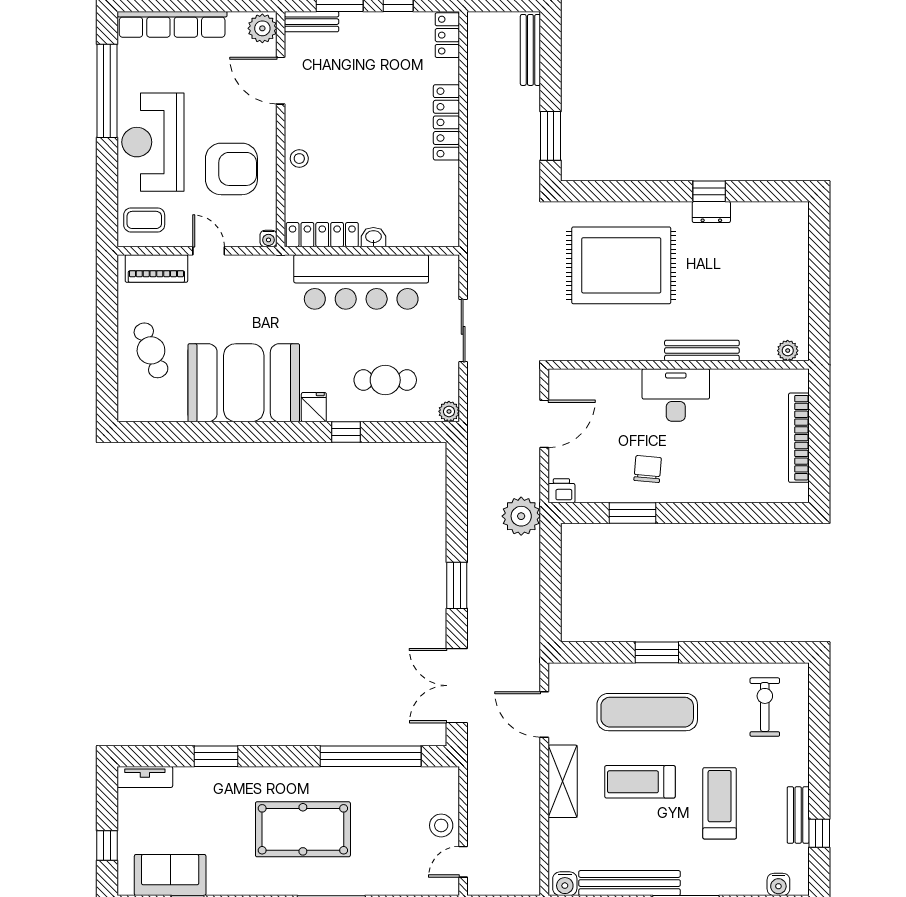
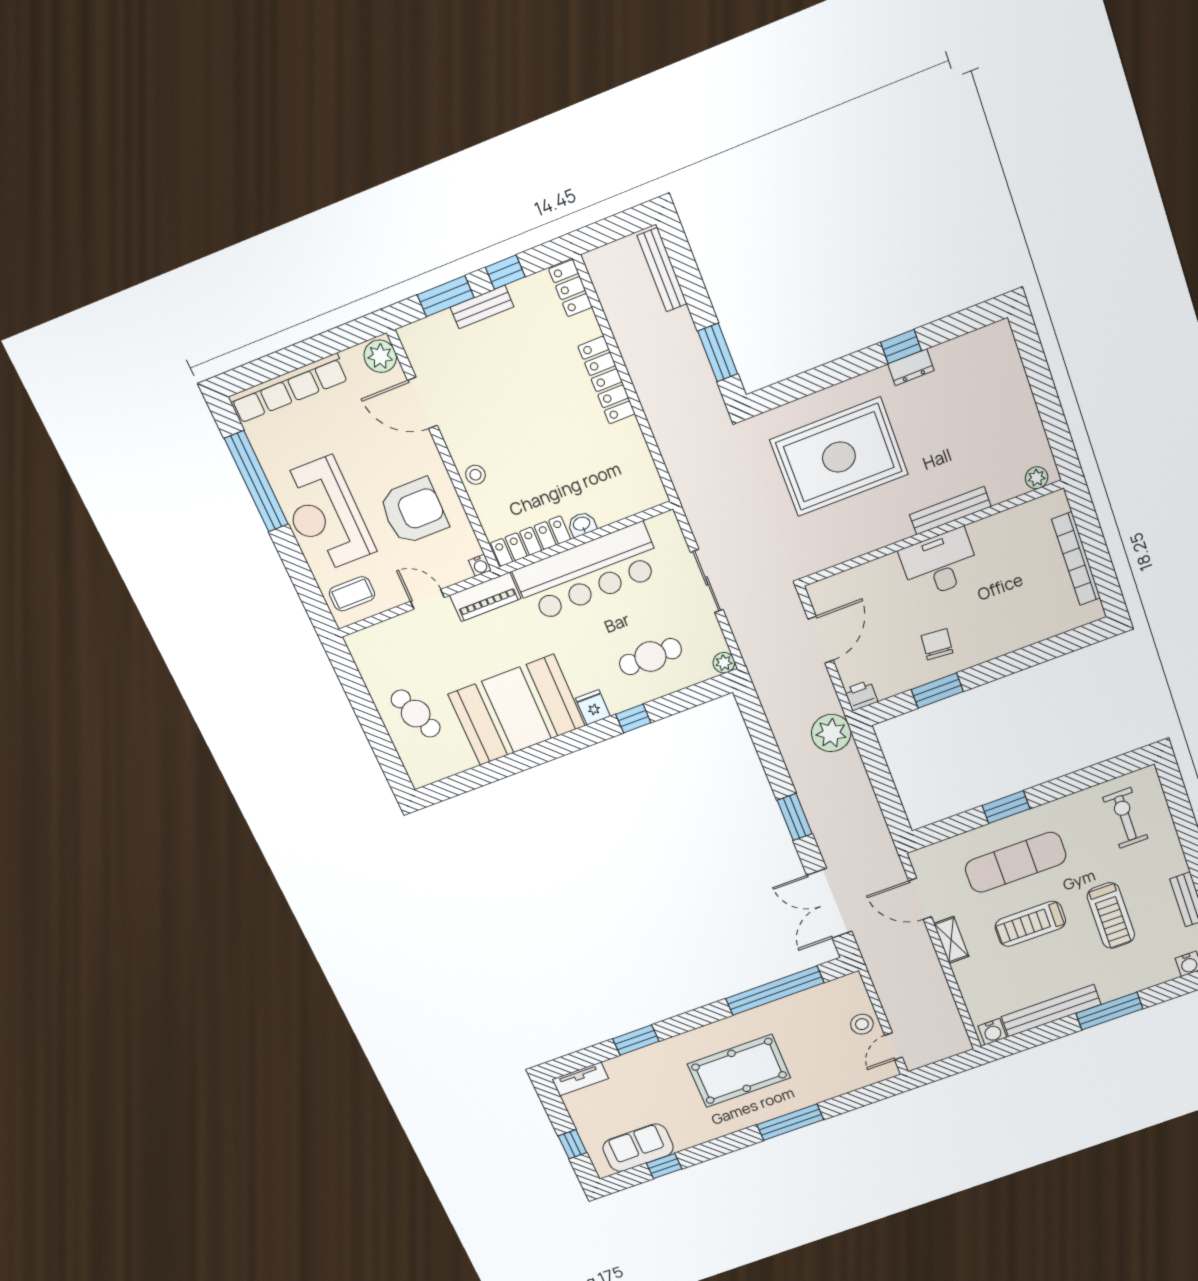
bench: (312, 22) -> (482, 307), moved
piano: (156, 268) -> (485, 597), moved
shelving: (563, 781) -> (951, 940), width x0.67, depth x0.75
treadmill: (720, 803) -> (1111, 916), turned 180

